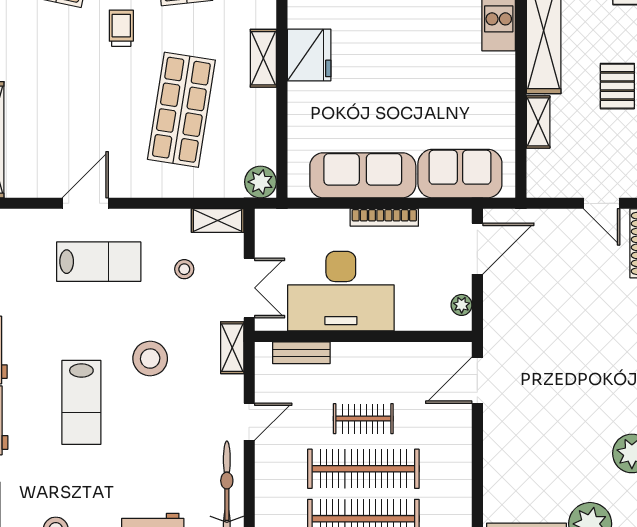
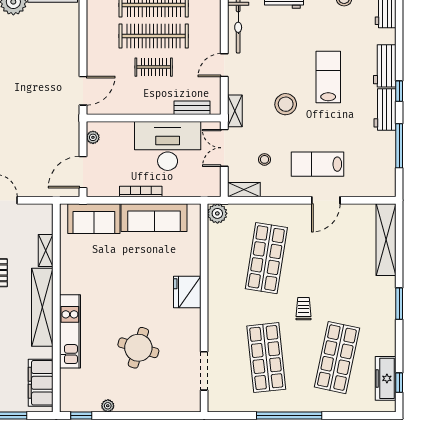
trolley: (121, 28) -> (303, 309), turned 180
shelving: (263, 58) -> (216, 290), removed

